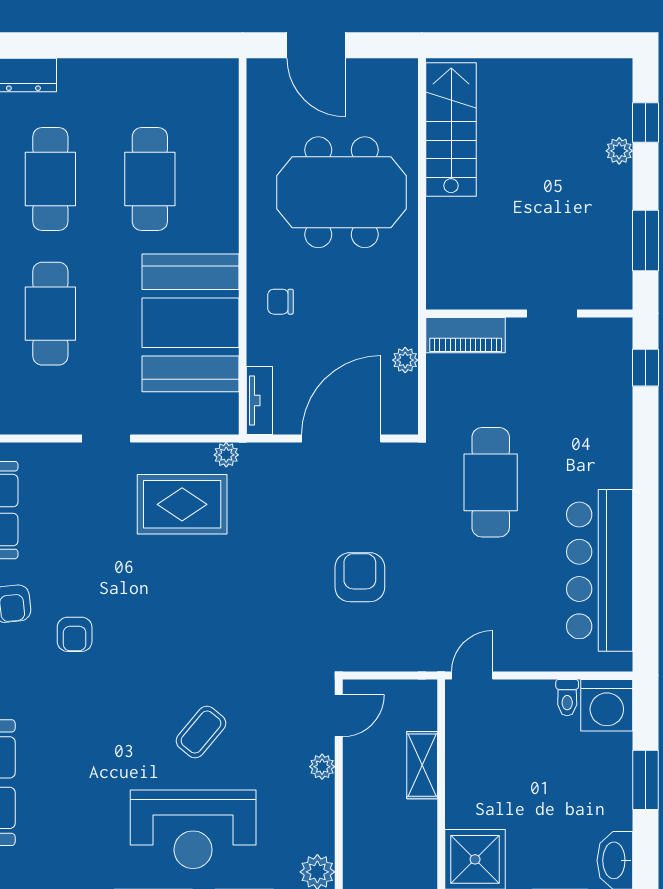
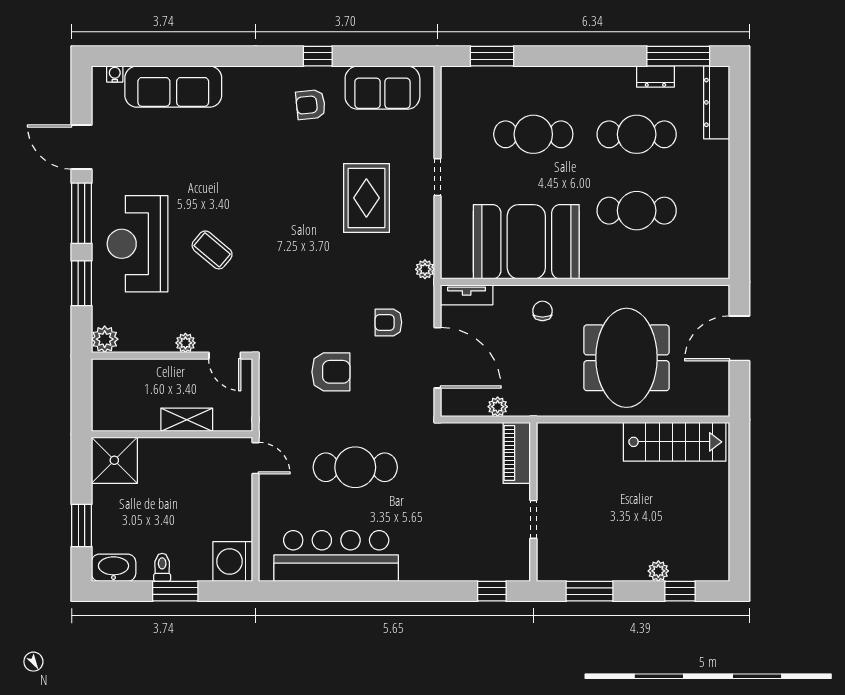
cafe table: (491, 482) -> (355, 467), moved
rug: (182, 504) -> (366, 198), moved
armchair: (75, 634) -> (388, 322), moved
toilet: (567, 698) -> (162, 567), moved, turned 90

